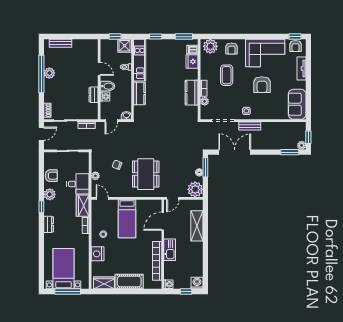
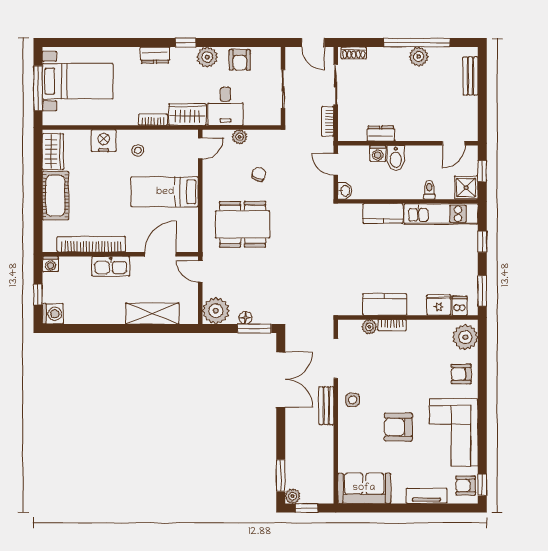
door: (99, 69) -> (454, 143), moved
coffee table: (227, 75) -> (415, 365), removed
door: (163, 221) -> (160, 254), hinge flipped

